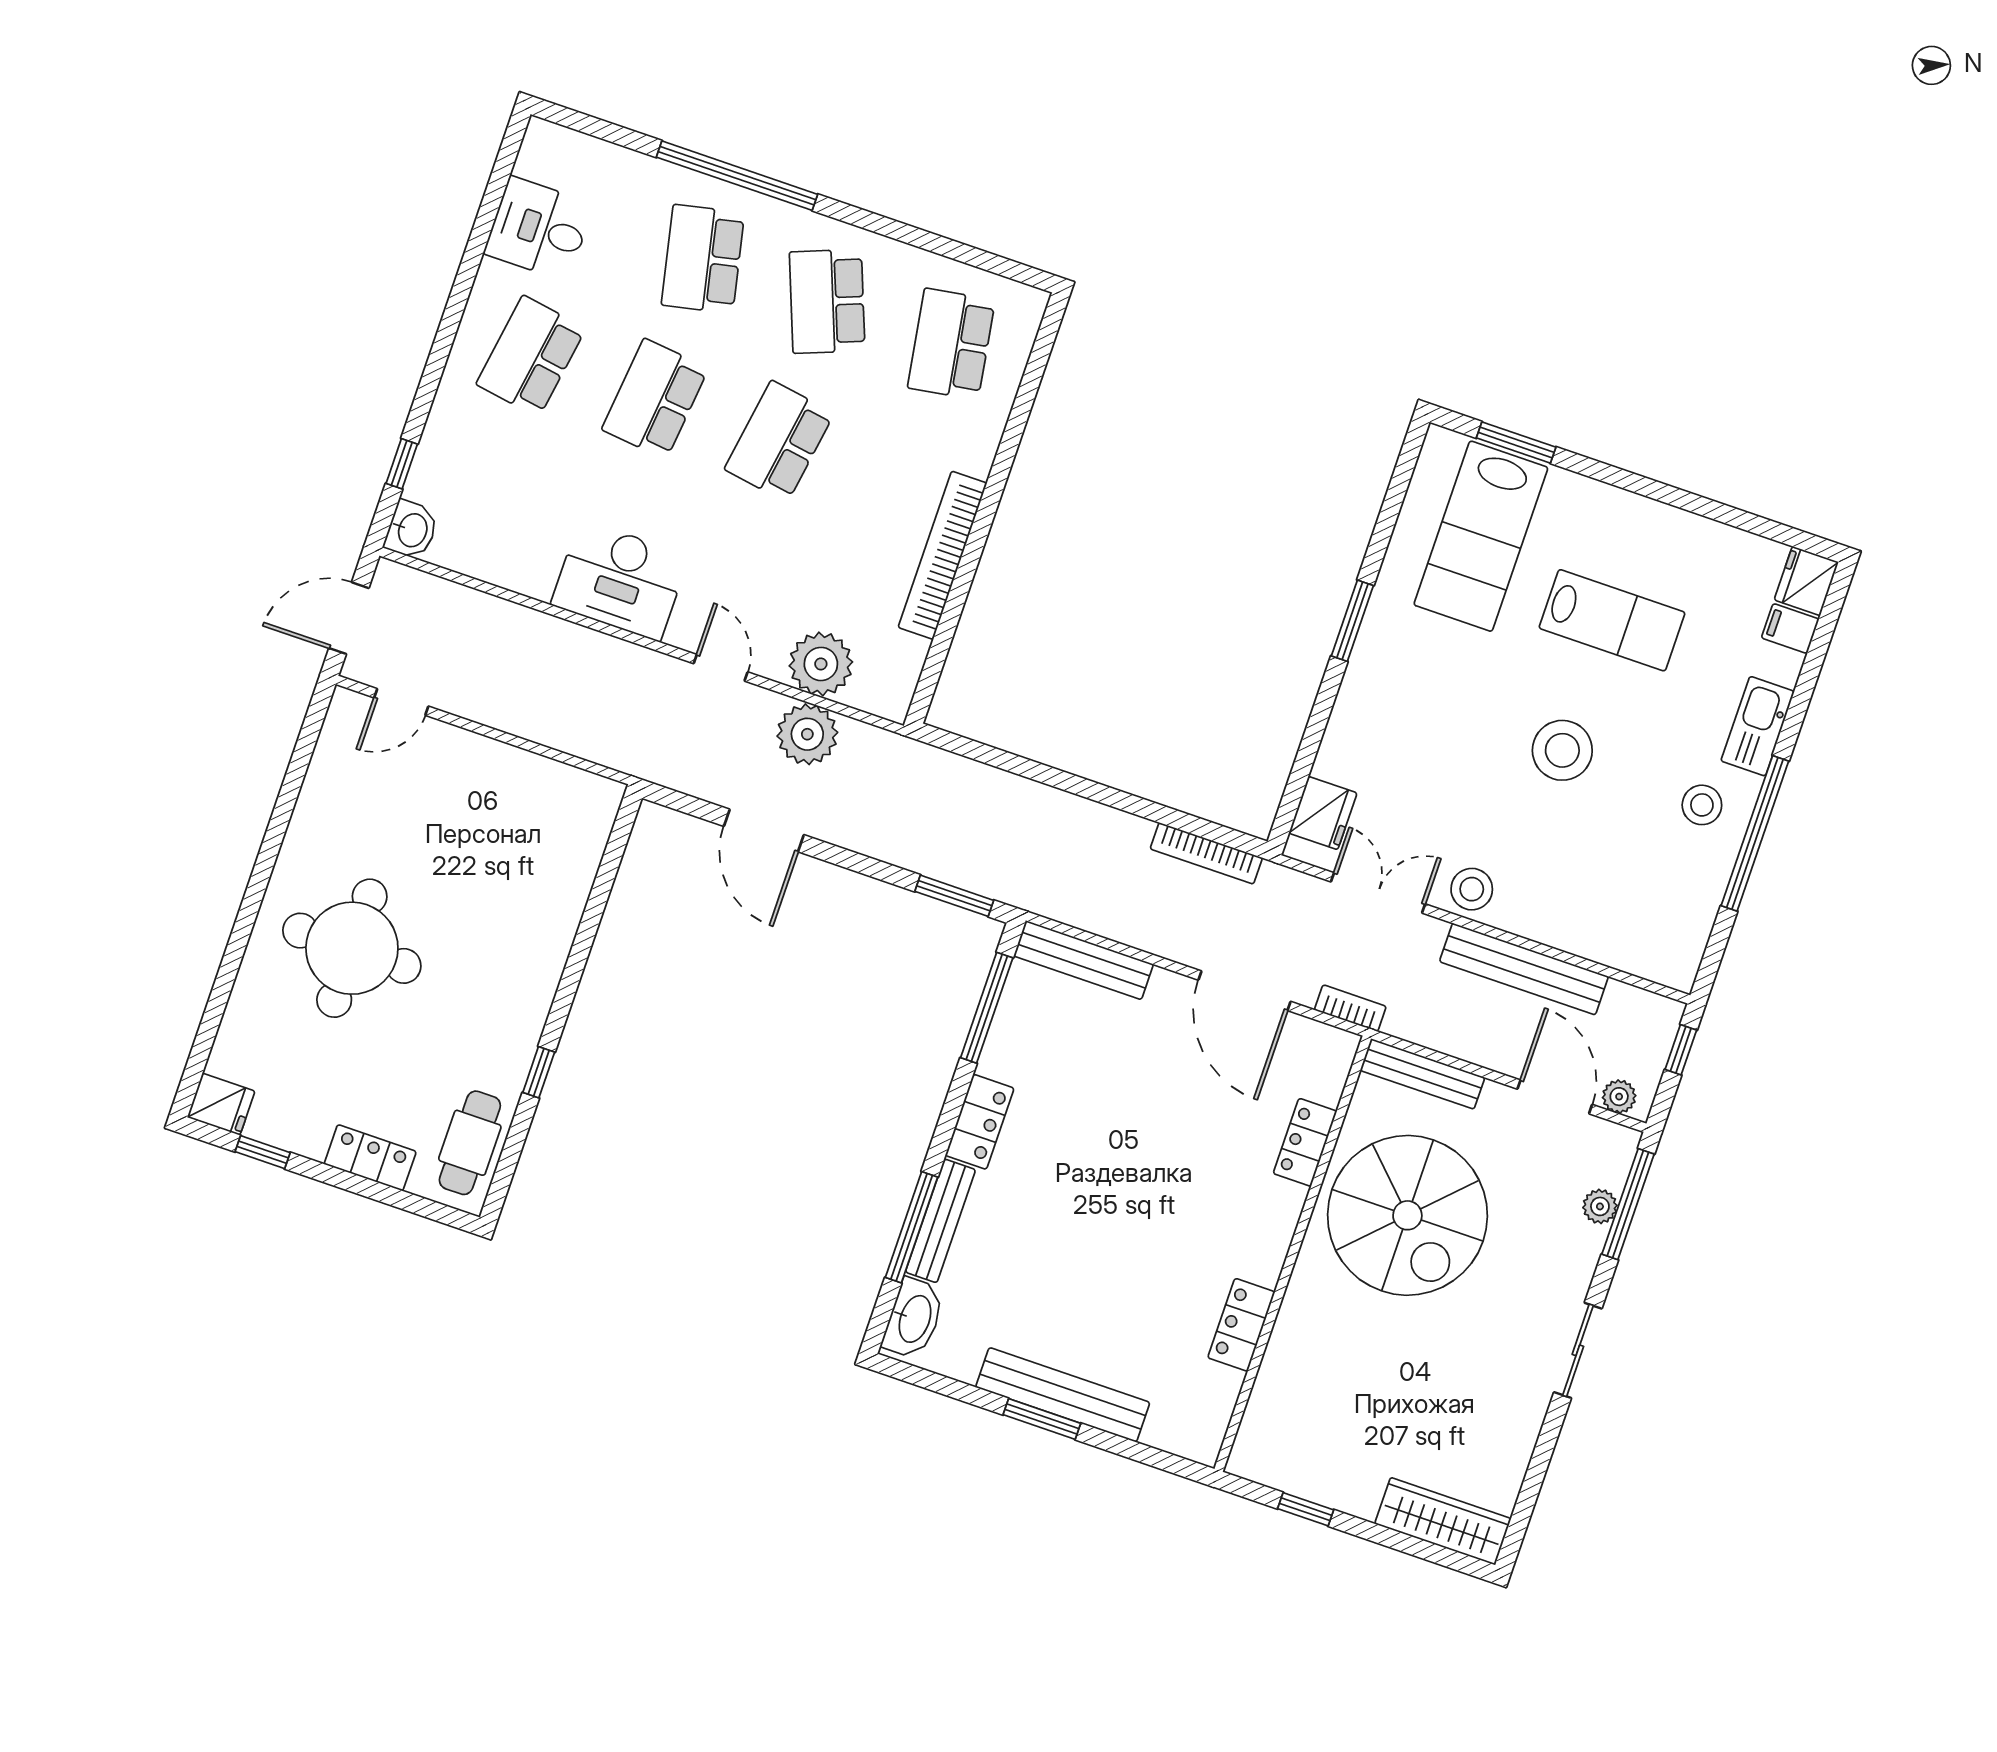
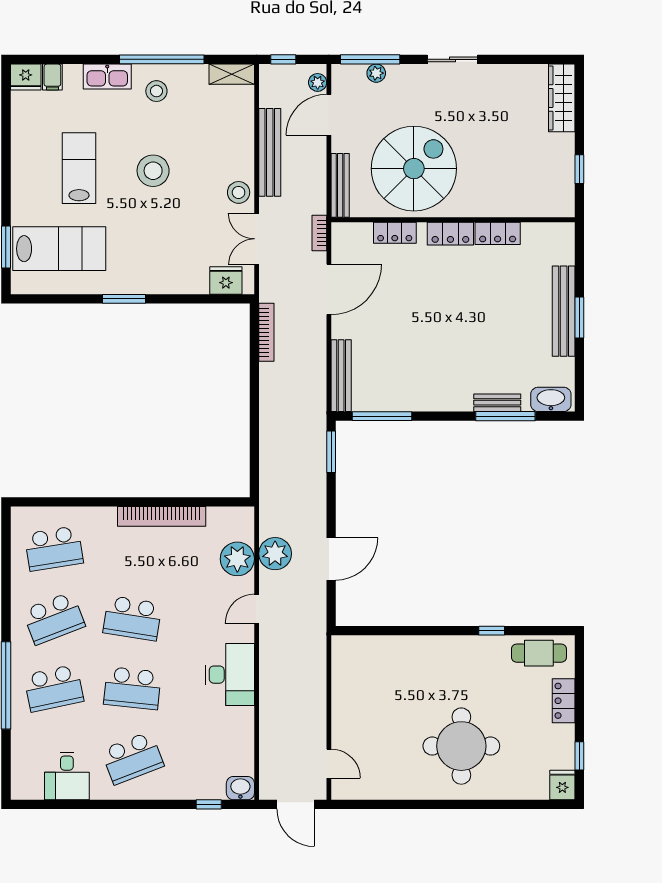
school desk: (531, 356) -> (132, 758), turned -30
shelving: (1686, 949) -> (232, 74), added
locker: (980, 1122) -> (450, 234), moved, turned 180
bench: (940, 1221) -> (497, 403), width x0.73

